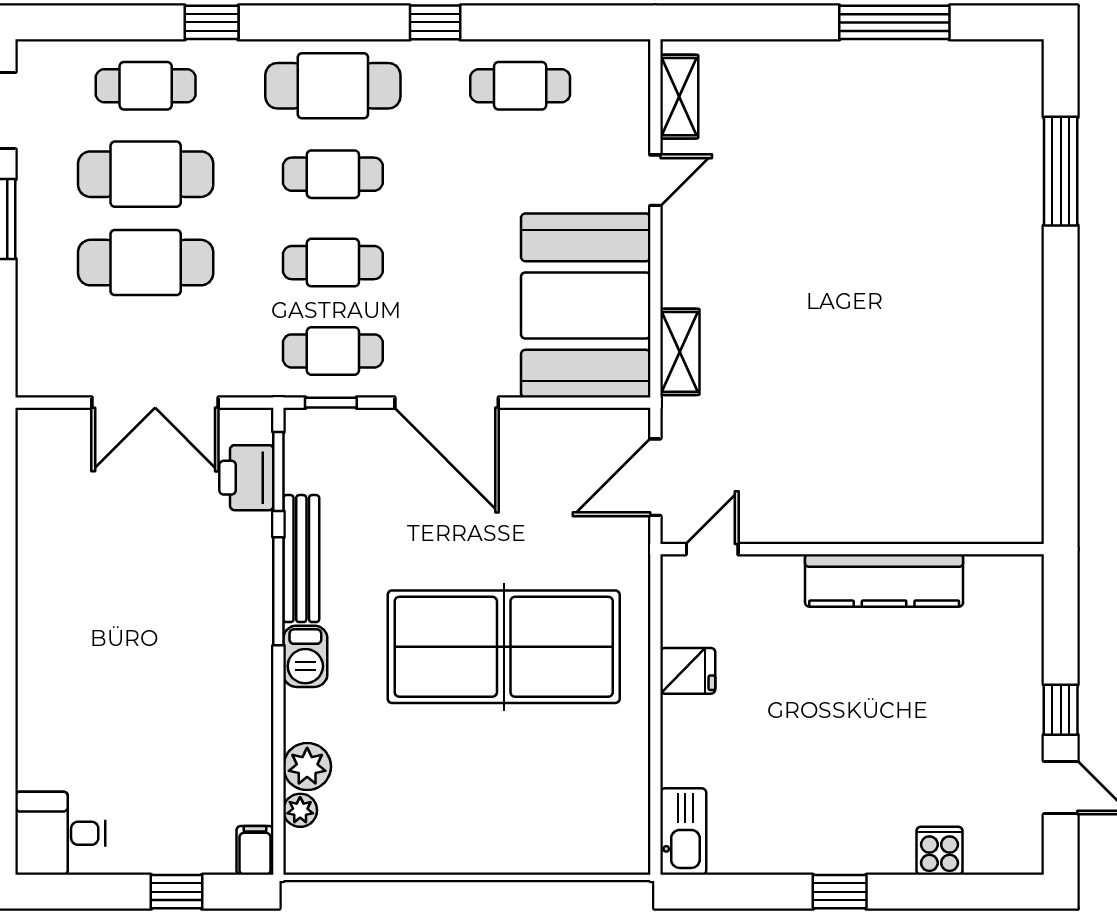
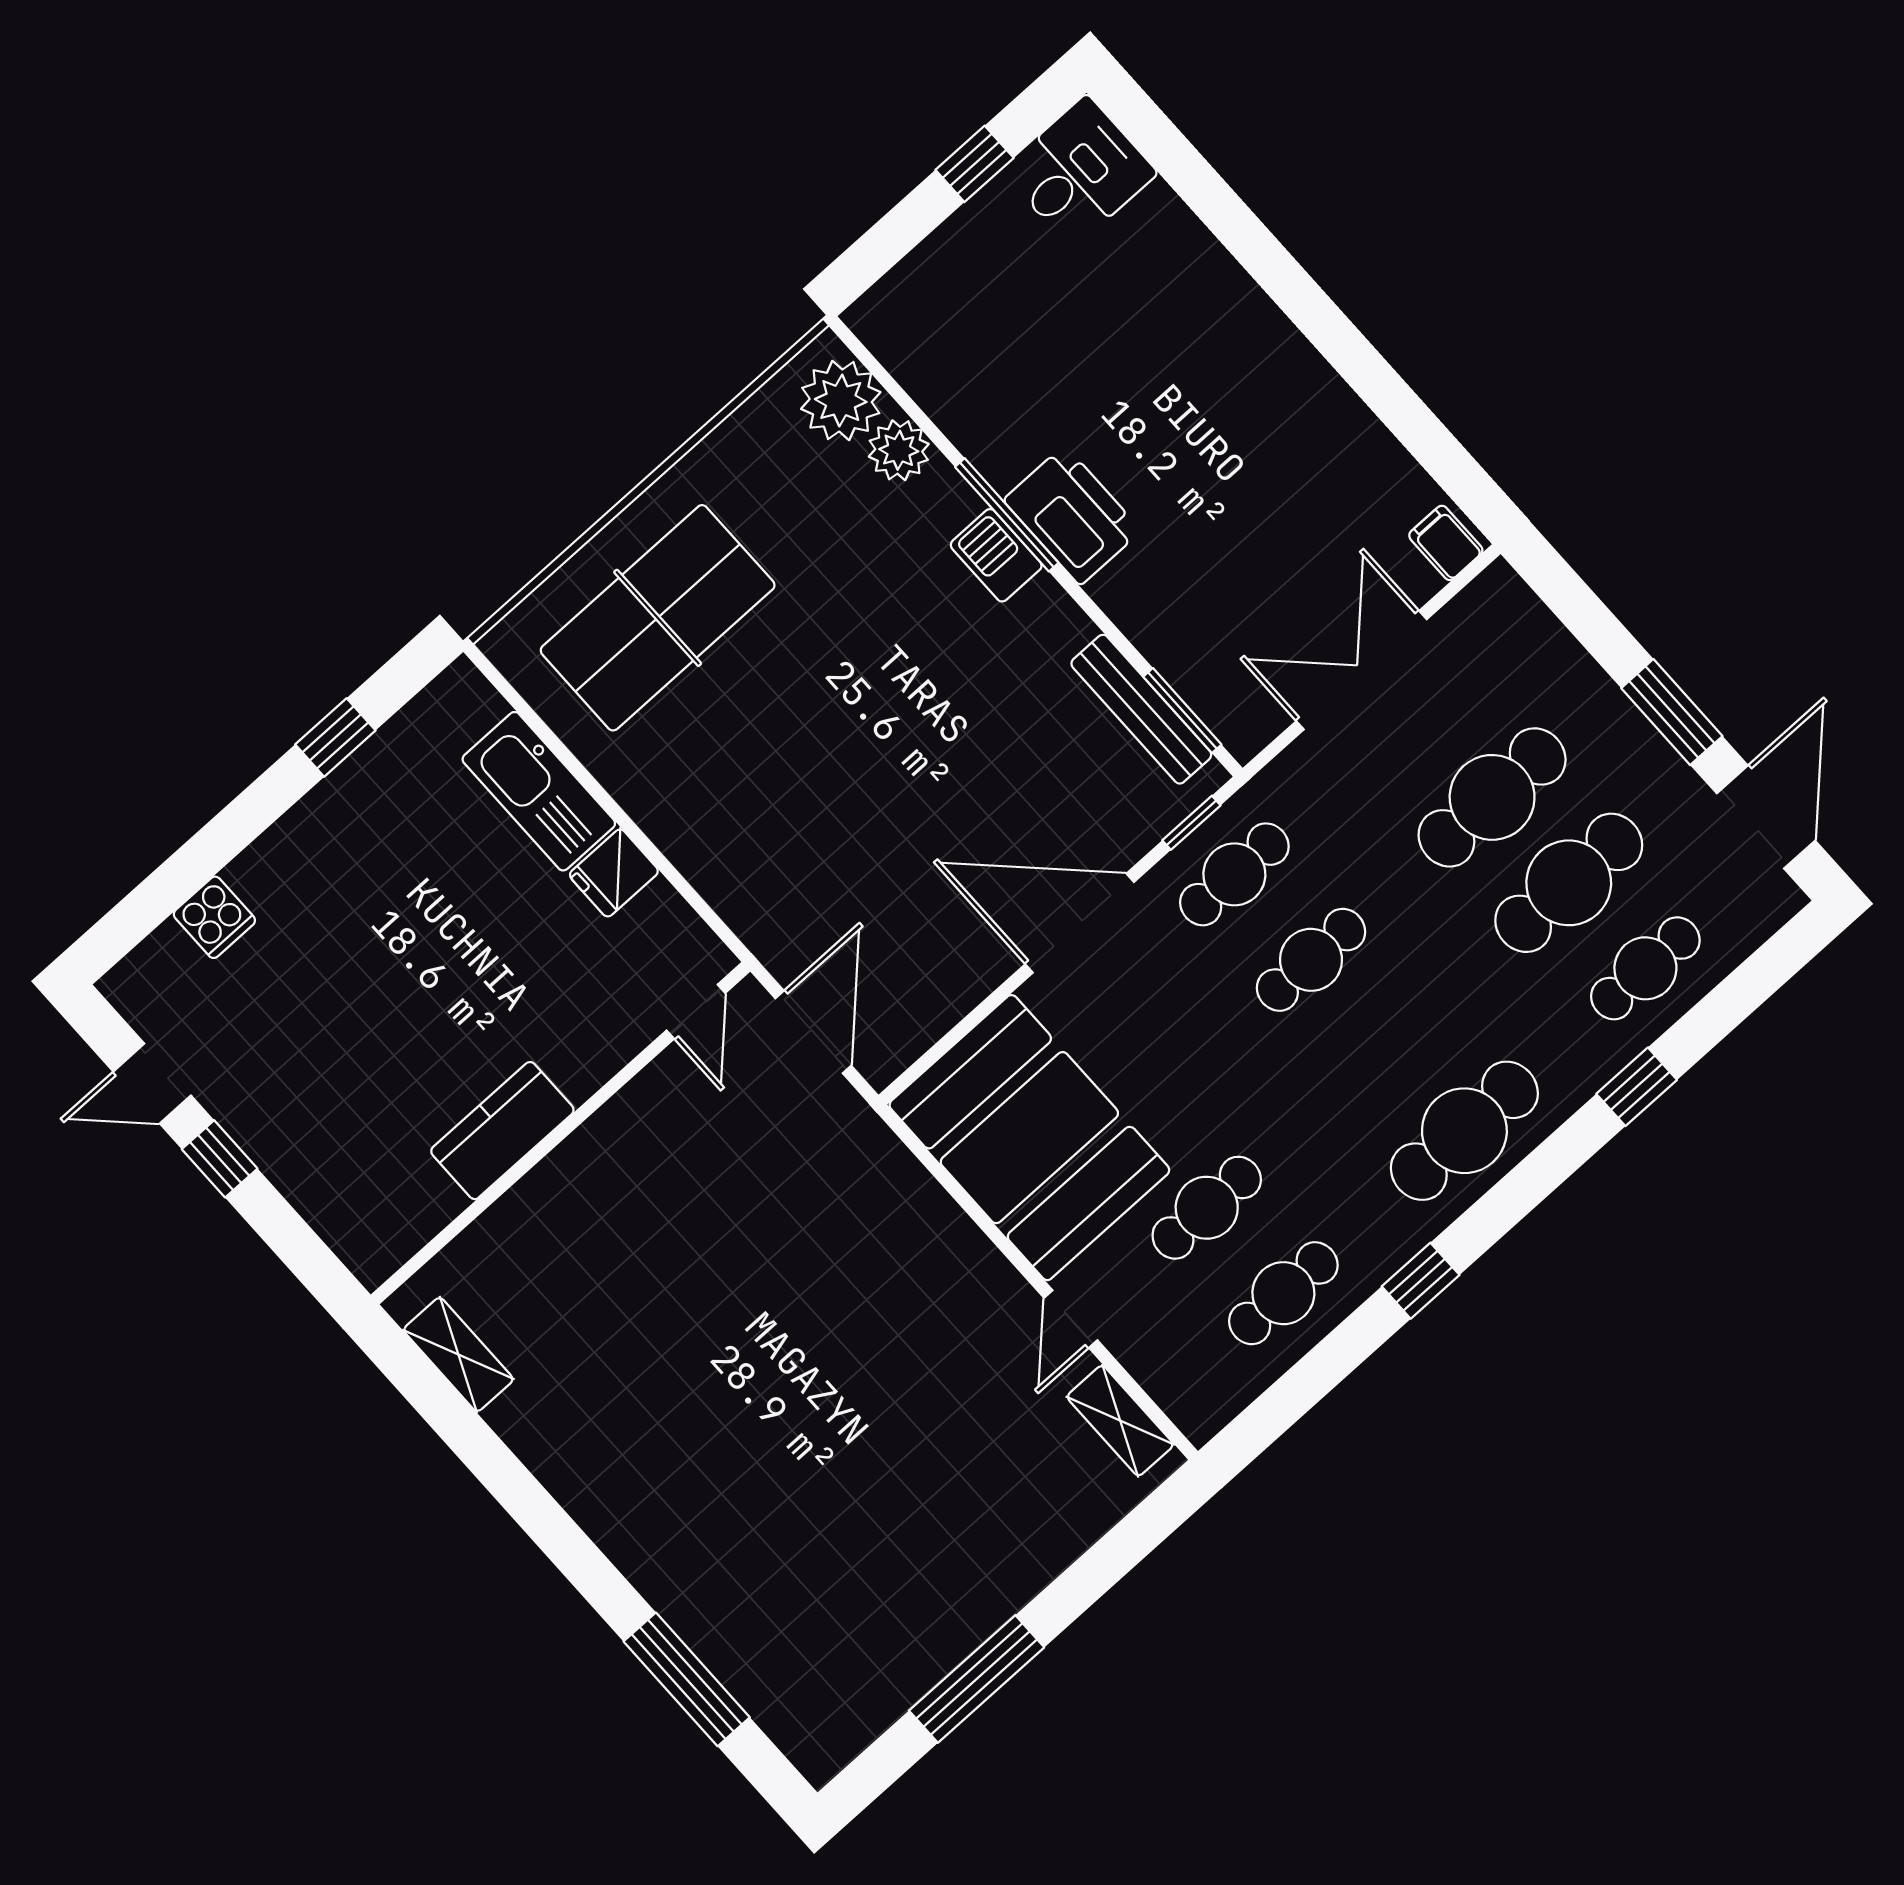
cafe table: (333, 174) -> (1207, 1208), moved
shelving: (680, 352) -> (458, 1354), moved
printer: (246, 478) -> (1072, 515), moved, width x1.37, depth x1.19
bench: (301, 559) -> (1141, 709), moved
kitchen counter: (884, 580) -> (502, 1131), width x0.67
window: (278, 591) -> (1007, 515), moved
table tennis table: (504, 647) -> (658, 618), moved, width x0.73, depth x0.76
plant: (300, 810) -> (841, 400), width x1.88, depth x1.88
kitchen sink: (683, 832) -> (539, 791), moved, width x1.36, depth x1.24
filing cabinet: (255, 850) -> (1446, 543), moved, turned 180
window: (177, 892) -> (975, 164), moved
window: (840, 892) -> (335, 737), moved

